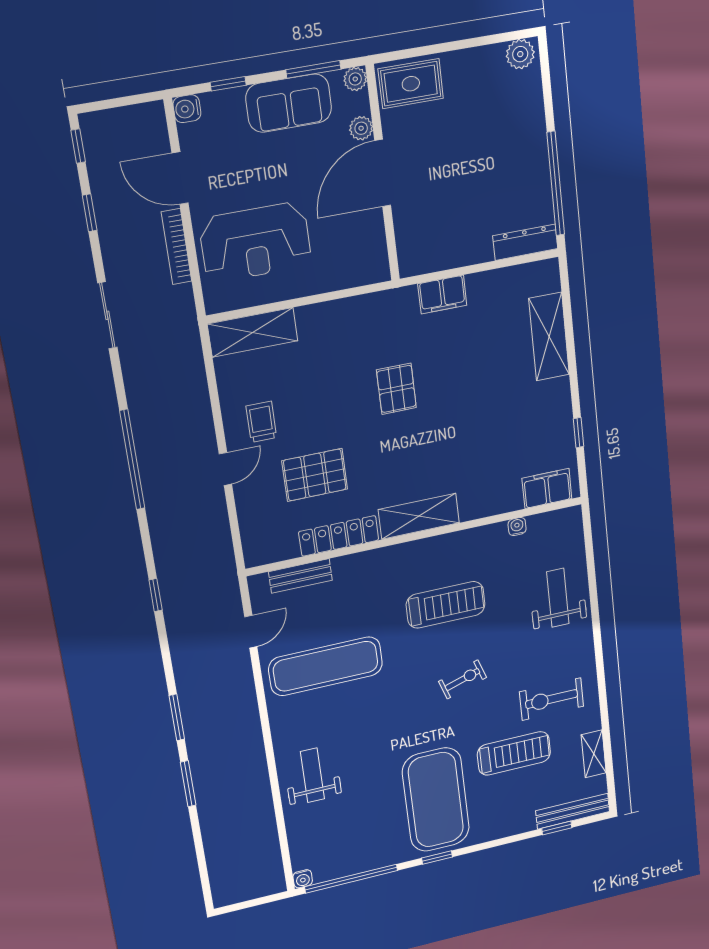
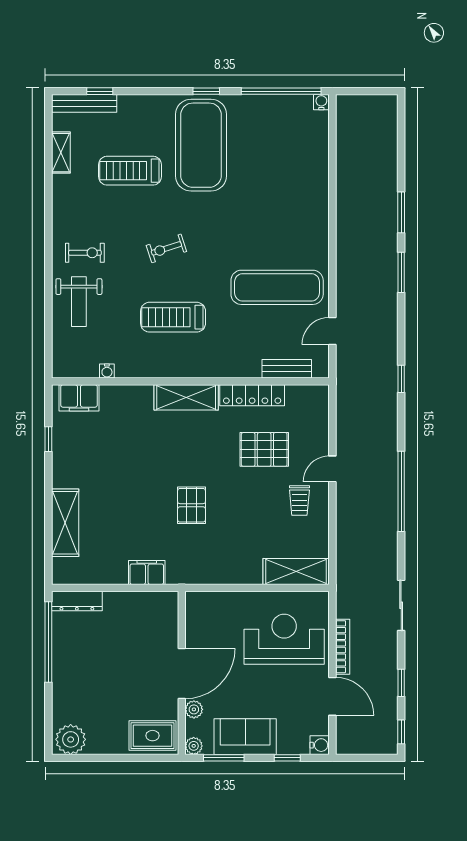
plant: (520, 54) -> (71, 739), width x1.36, depth x1.36
exercise bike: (552, 699) -> (85, 253), moved, width x0.73, depth x0.72
weight bench: (312, 775) -> (301, 194), removed

